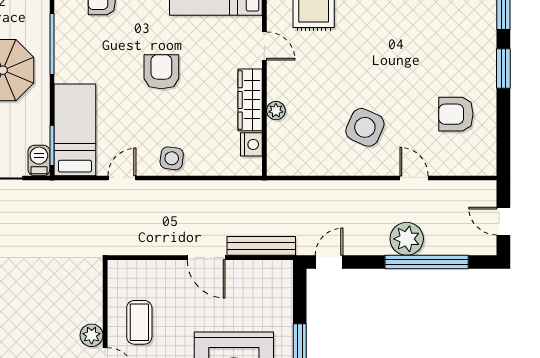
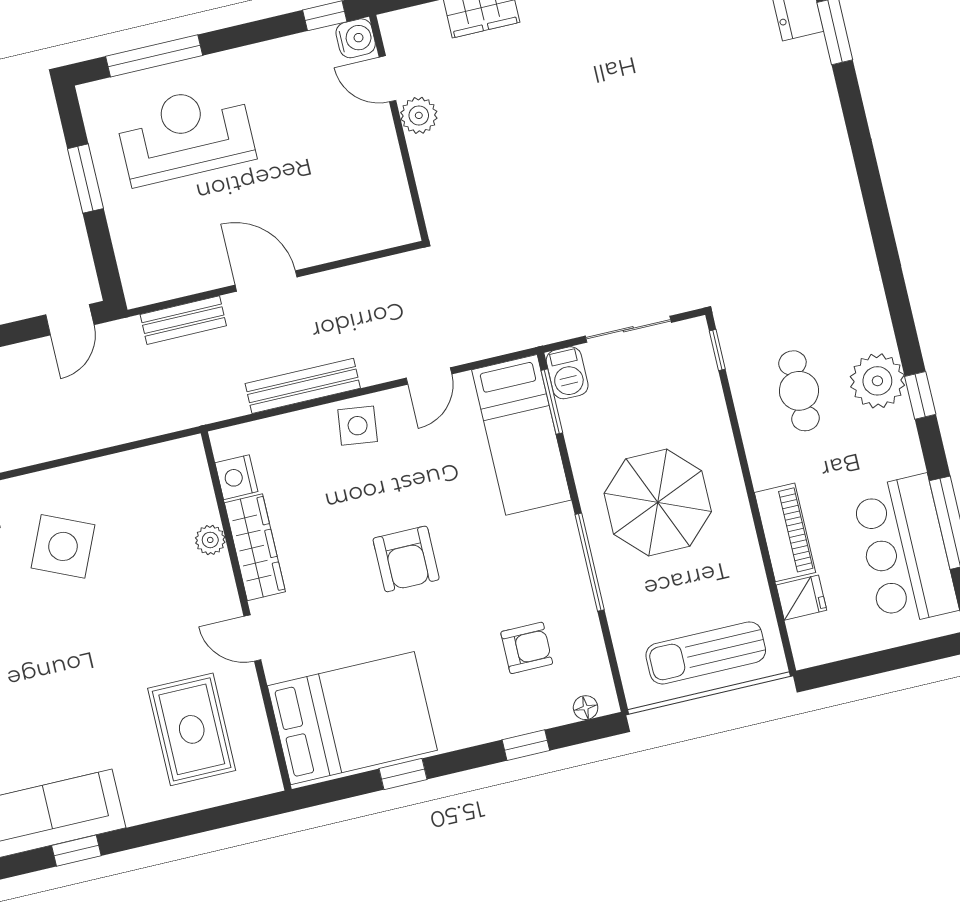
bench: (199, 190) -> (303, 386), added
bench: (261, 246) -> (183, 320), width x0.73
coffee table: (139, 322) -> (348, 154), removed

